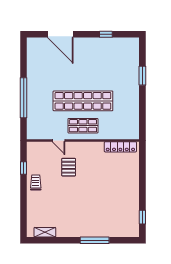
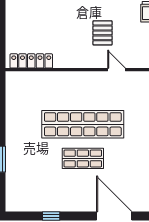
shop shelf: (83, 126) -> (83, 158), moved

